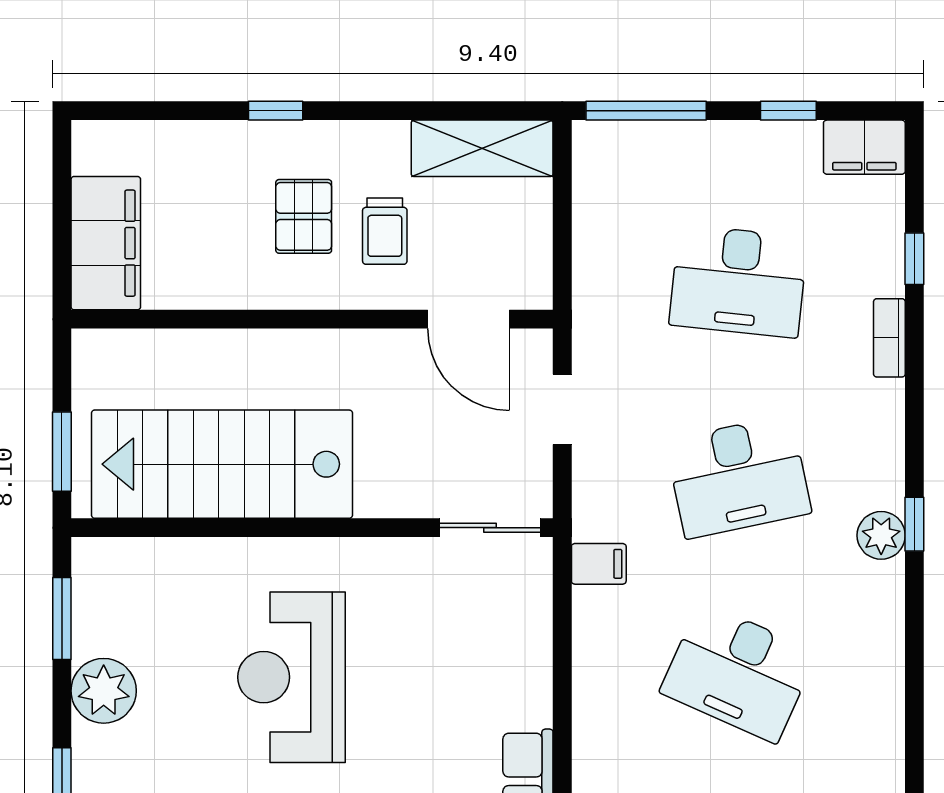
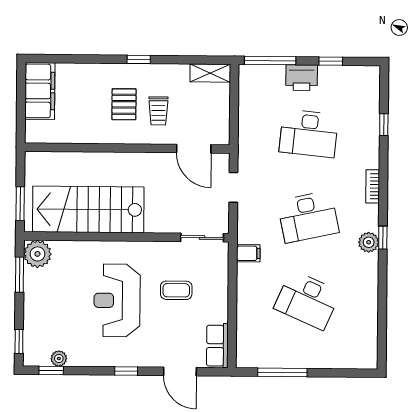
window: (276, 111) -> (139, 59), moved
filing cabinet: (864, 147) -> (363, 77), removed
shelving: (482, 148) -> (210, 73), width x0.67, depth x0.75
printer: (720, 150) -> (302, 78), added
filing cabinet: (106, 243) -> (40, 91), moved
bookcase: (889, 338) -> (373, 186), moved
coffee table: (430, 652) -> (176, 290), added
plant: (104, 691) -> (37, 254), moved

